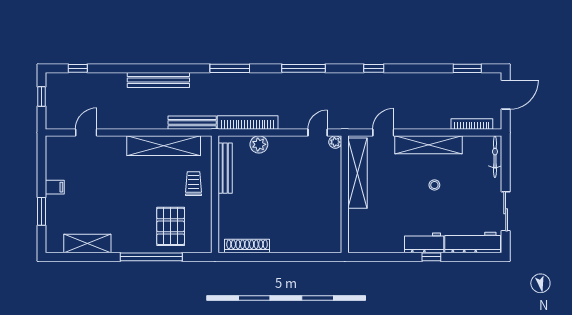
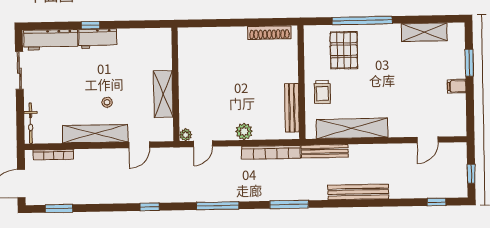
plant: (259, 144) -> (244, 131), moved
shelving: (358, 173) -> (163, 94), width x0.68
stool: (434, 185) -> (107, 102), moved

